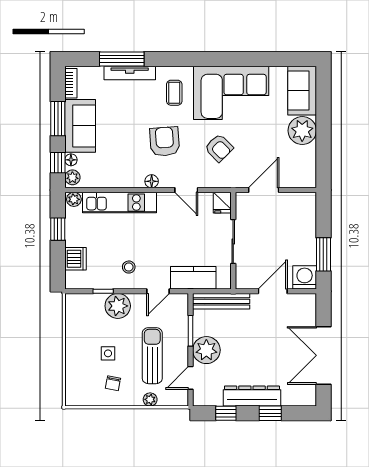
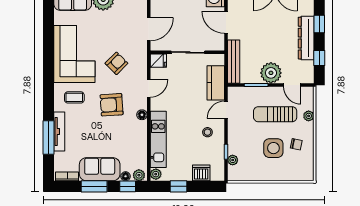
door: (264, 190) -> (149, 29), swing flipped
door: (158, 291) -> (226, 110), swing flipped
plant: (118, 306) -> (233, 160), moved, width x0.53, depth x0.53
side table: (108, 353) -> (273, 148), width x1.87, depth x1.87

